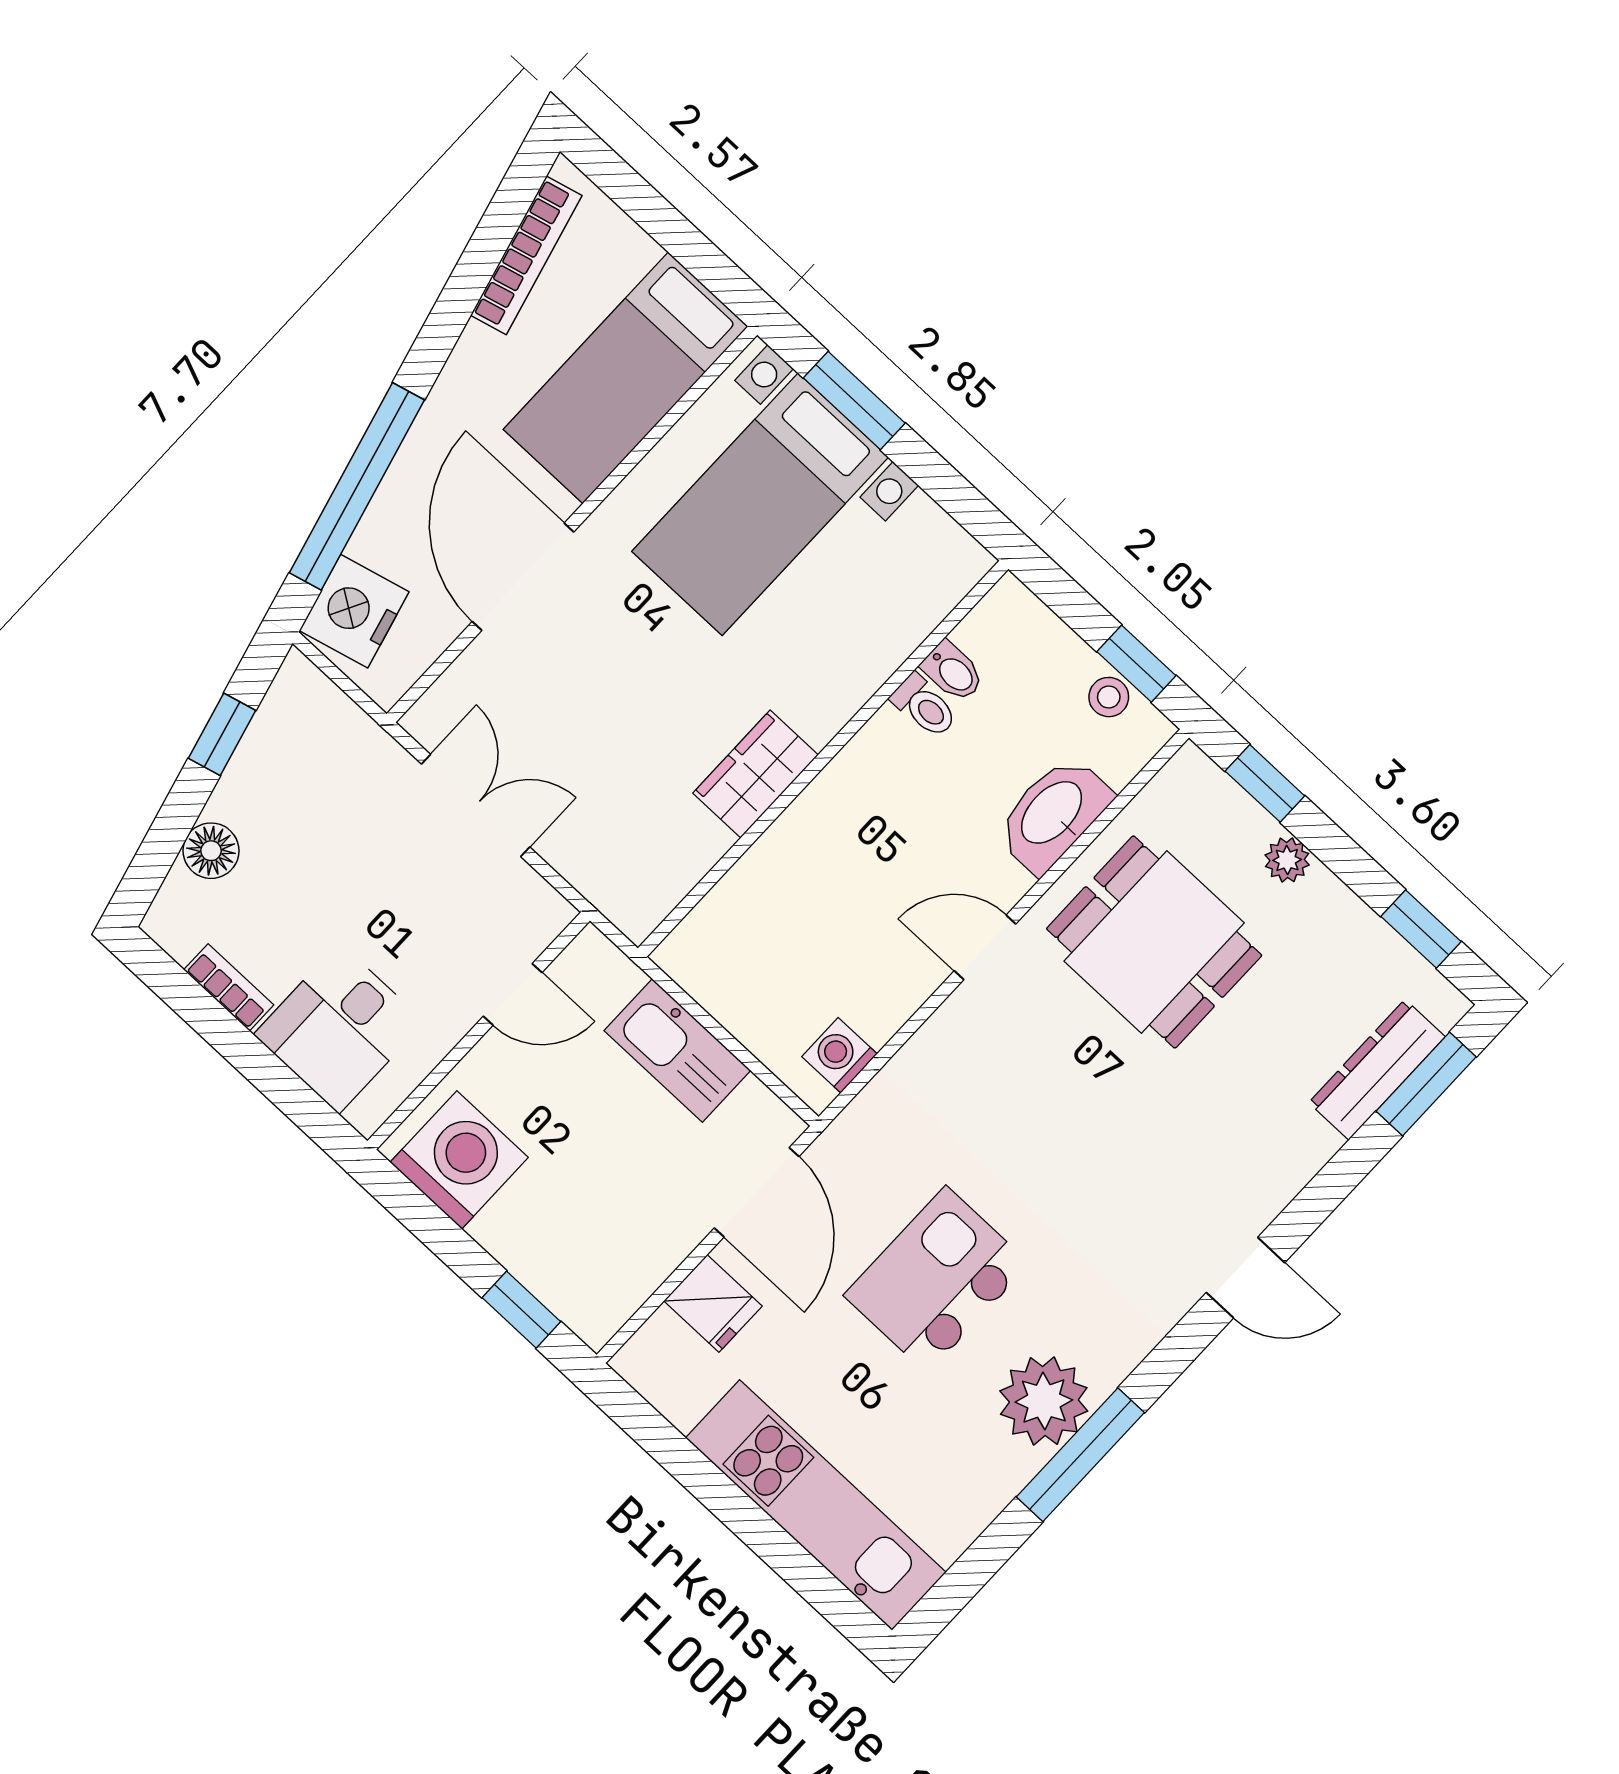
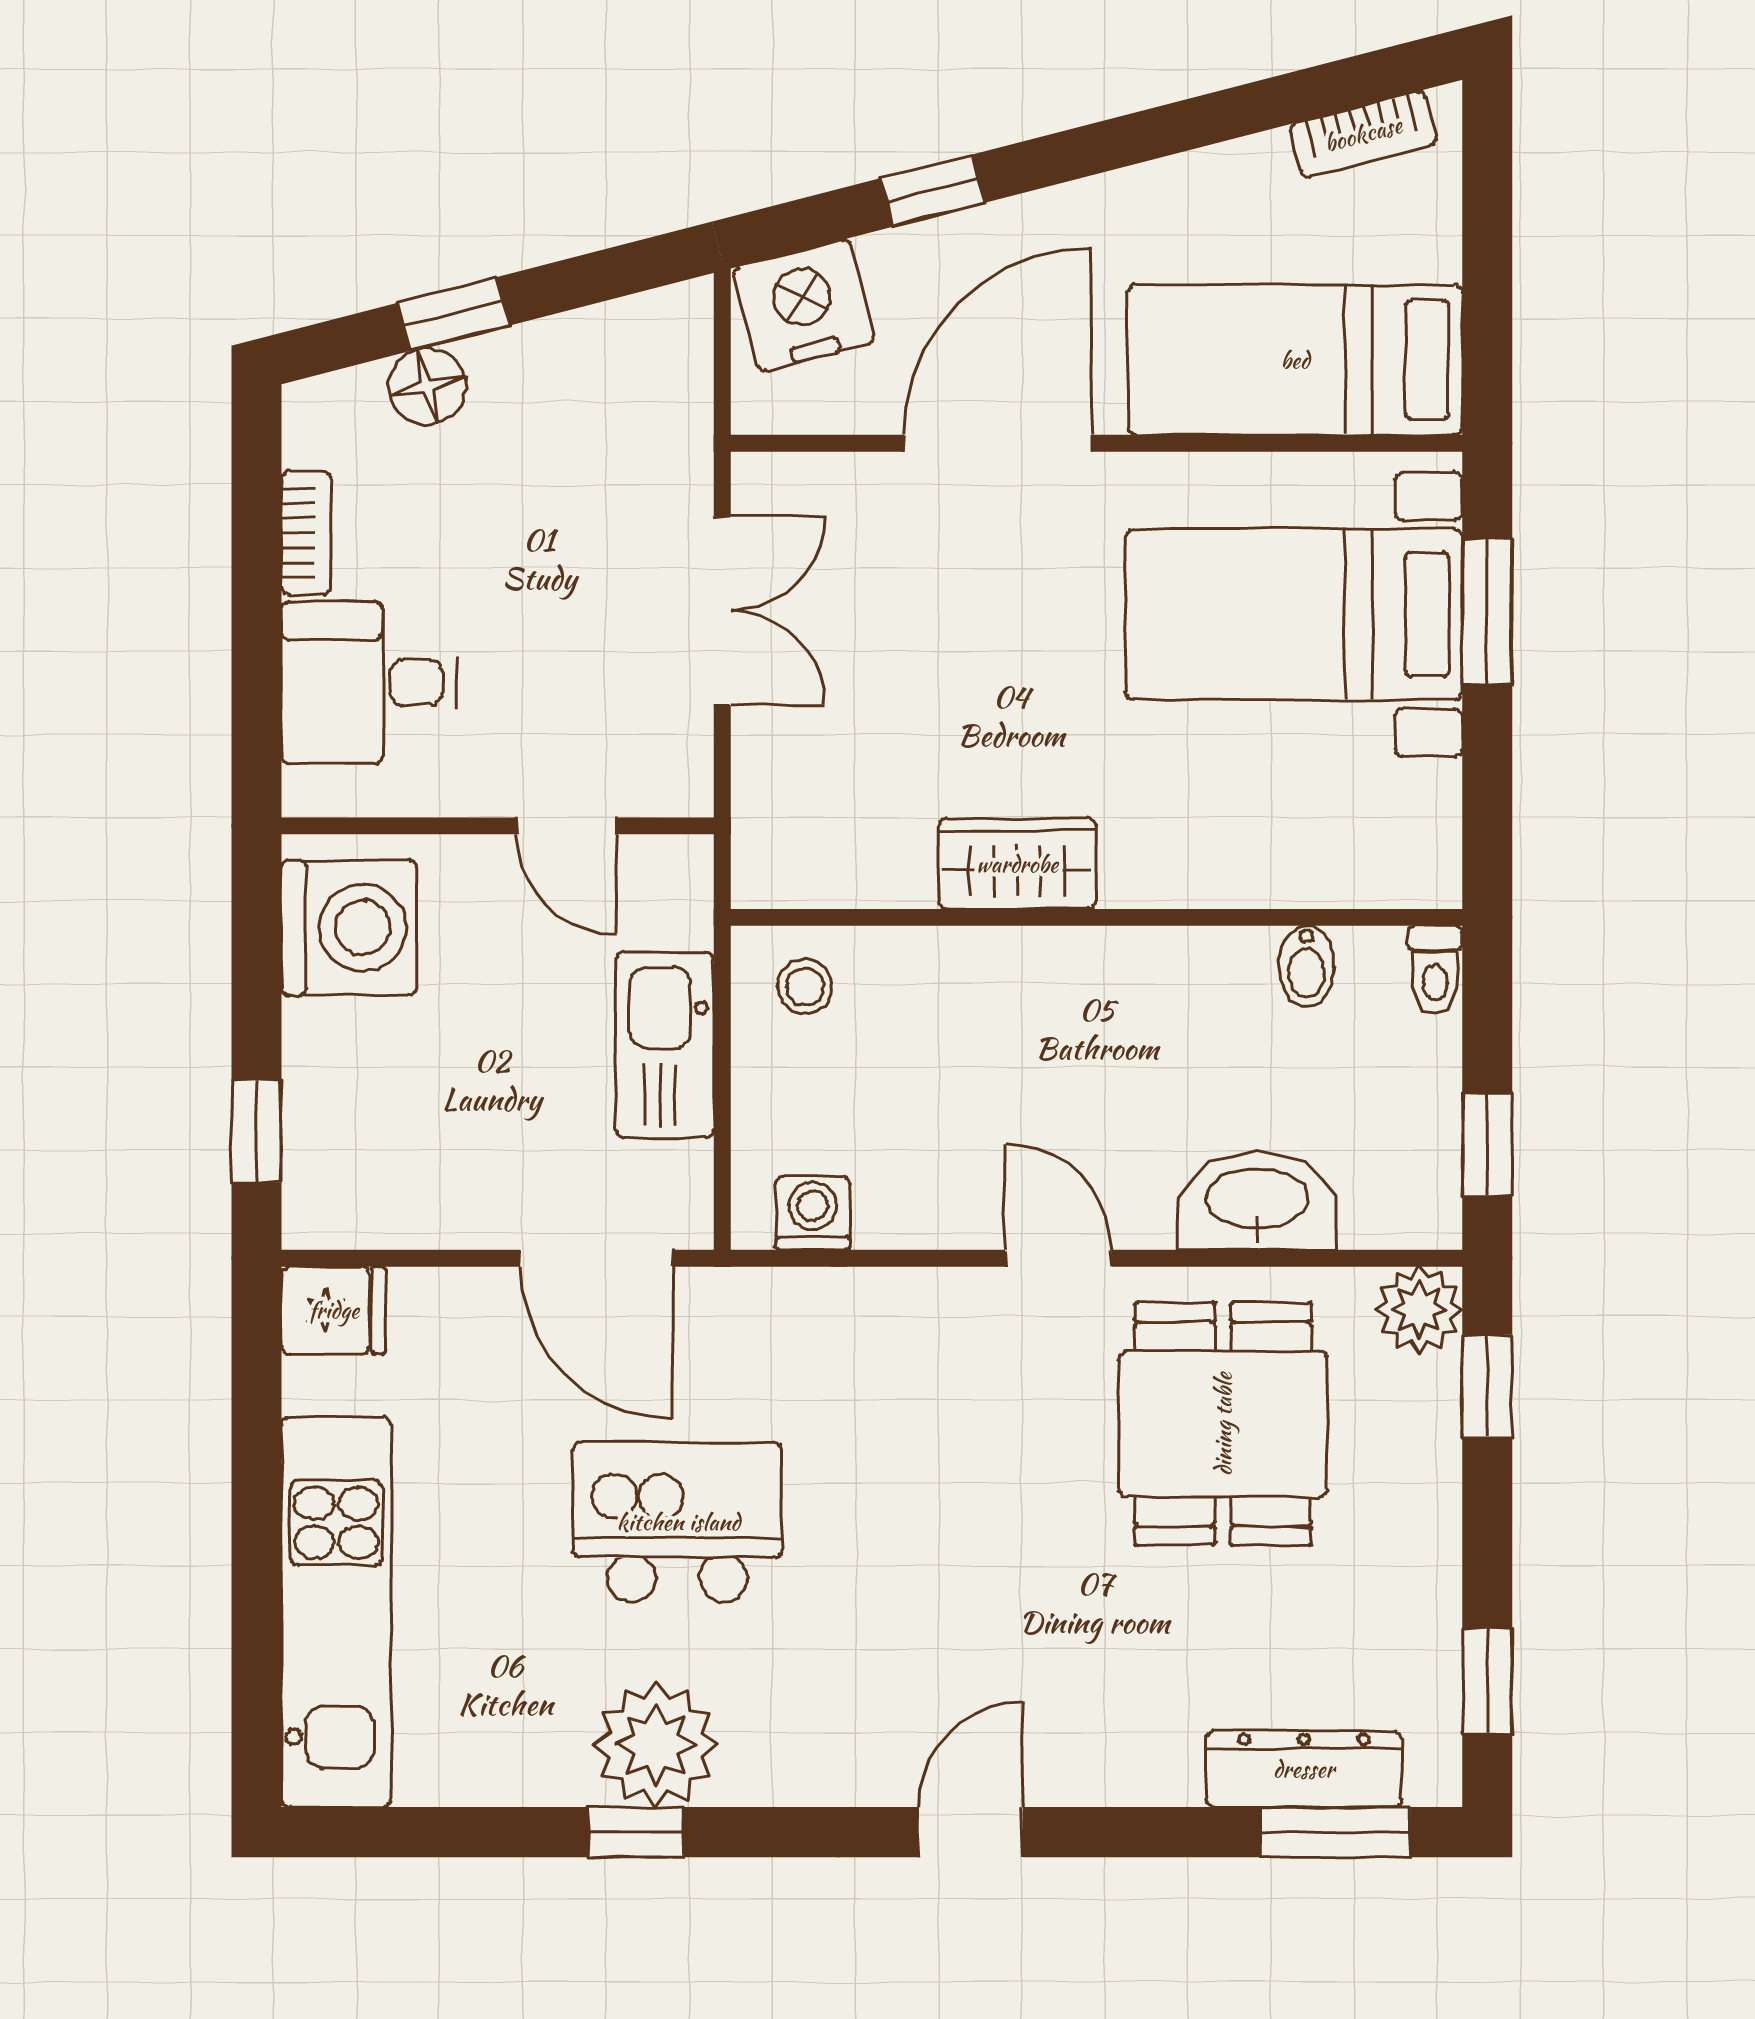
bookcase: (526, 255) -> (1363, 134), width x0.64
window: (357, 486) -> (932, 191), width x0.32
stool: (1109, 697) -> (805, 987), moved
toilet: (924, 706) -> (1435, 970), moved
window: (222, 734) -> (453, 314), moved
plant: (1287, 860) -> (1419, 1310), moved, width x1.38, depth x1.38
door: (757, 1192) -> (596, 1258), hinge flipped
door: (1246, 1278) -> (970, 1832), swing flipped
fridge: (713, 1303) -> (334, 1310), moved, turned -90
window: (1080, 1455) -> (636, 1832), width x0.46

